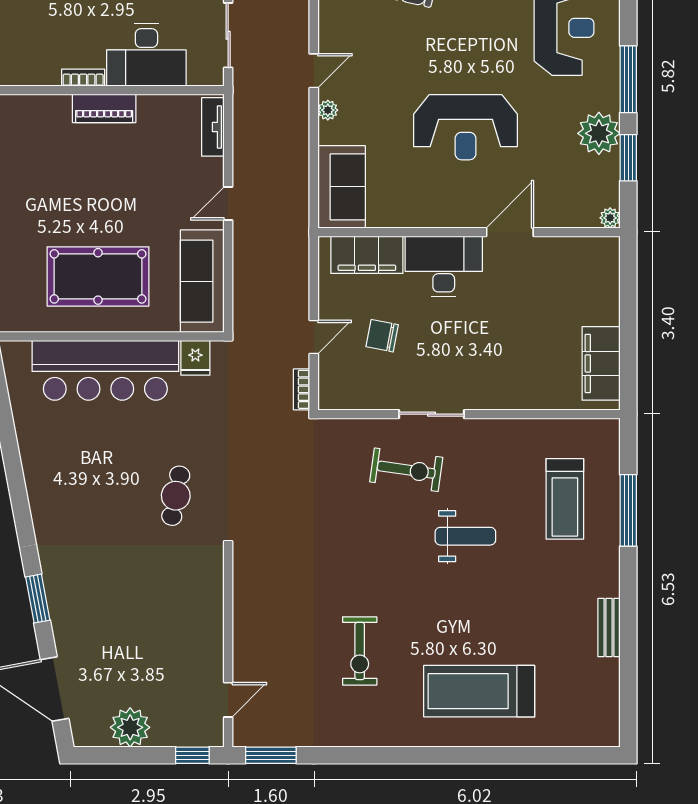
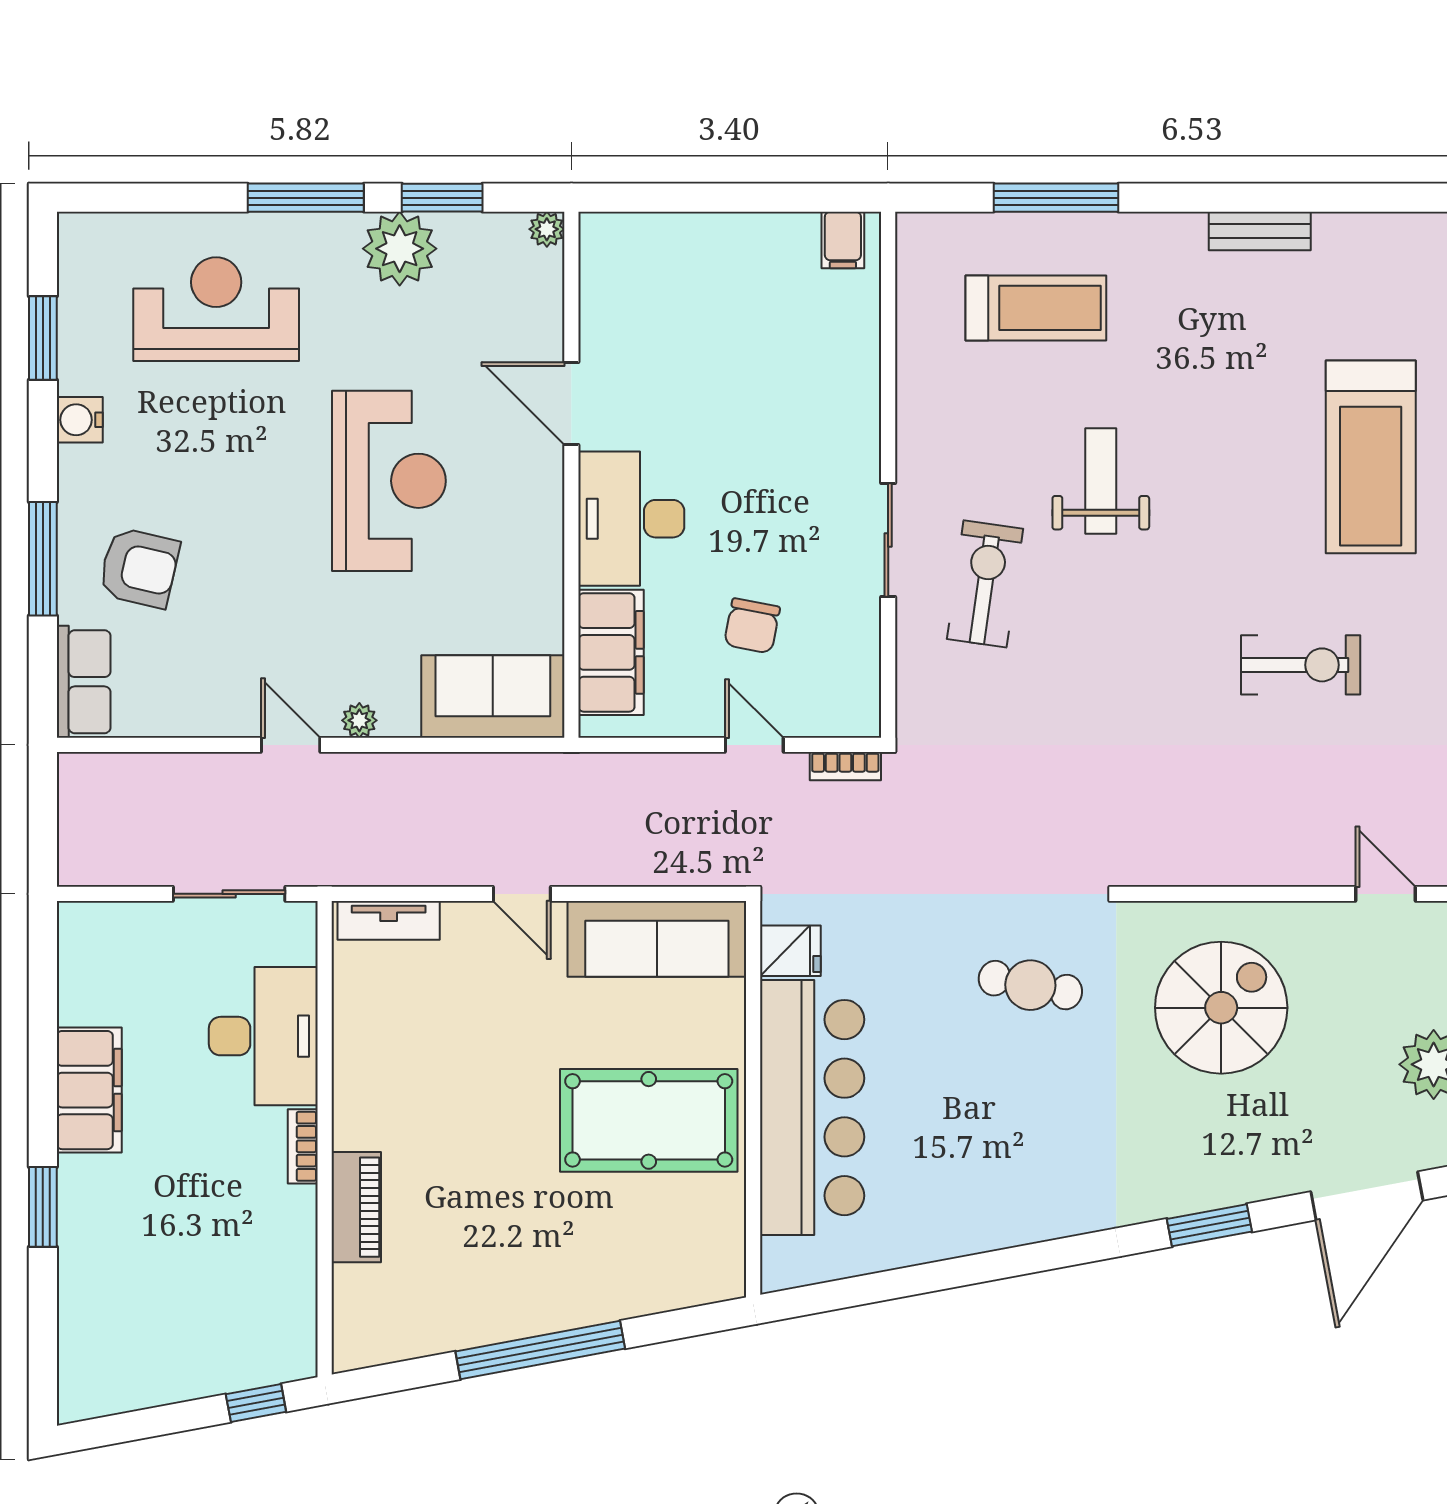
piano: (104, 108) -> (356, 1207), moved
pool table: (98, 276) -> (649, 1120), turned 90
filing cabinet: (601, 363) -> (843, 240), width x0.33, depth x0.86
spiral stairs: (163, 605) -> (1221, 1008), added

